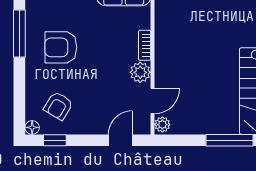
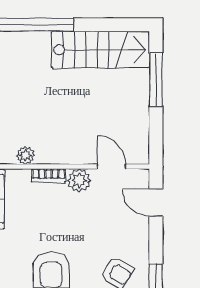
plant: (162, 125) -> (26, 155), moved

